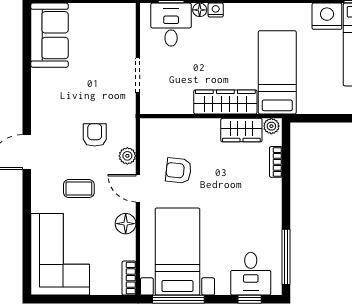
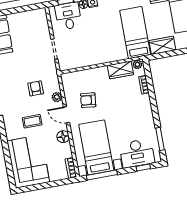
wardrobe: (225, 102) -> (162, 45), moved, width x0.67
window: (286, 257) -> (160, 139), width x0.69
desk: (251, 274) -> (137, 153), width x1.37

